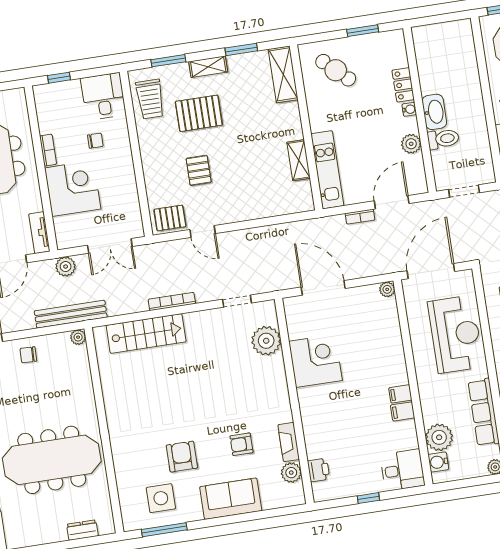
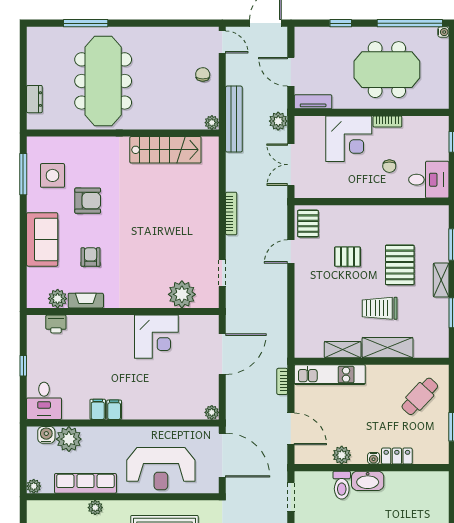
shelving: (283, 74) -> (388, 348), moved
trolley: (150, 99) -> (380, 308), moved
bookcase: (360, 217) -> (282, 381), moved
stairs: (146, 334) -> (165, 150), moved, turned -90

